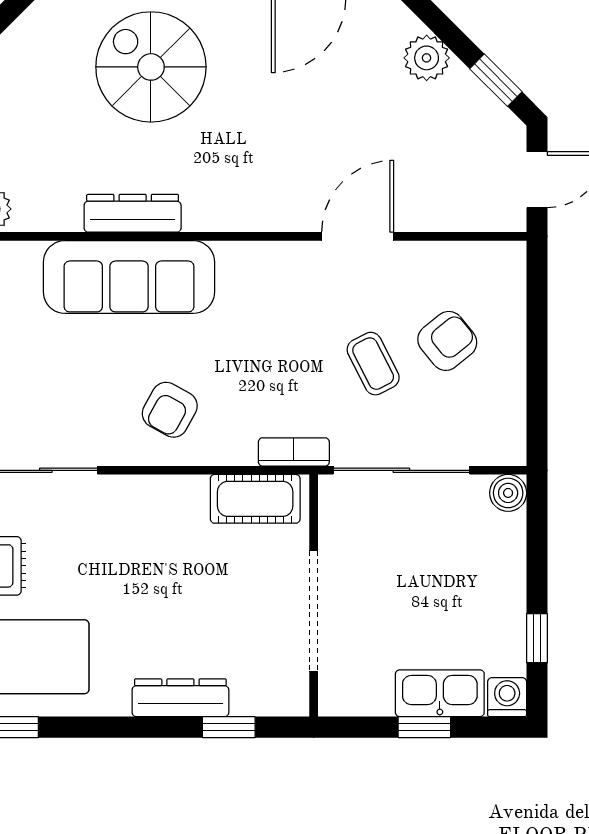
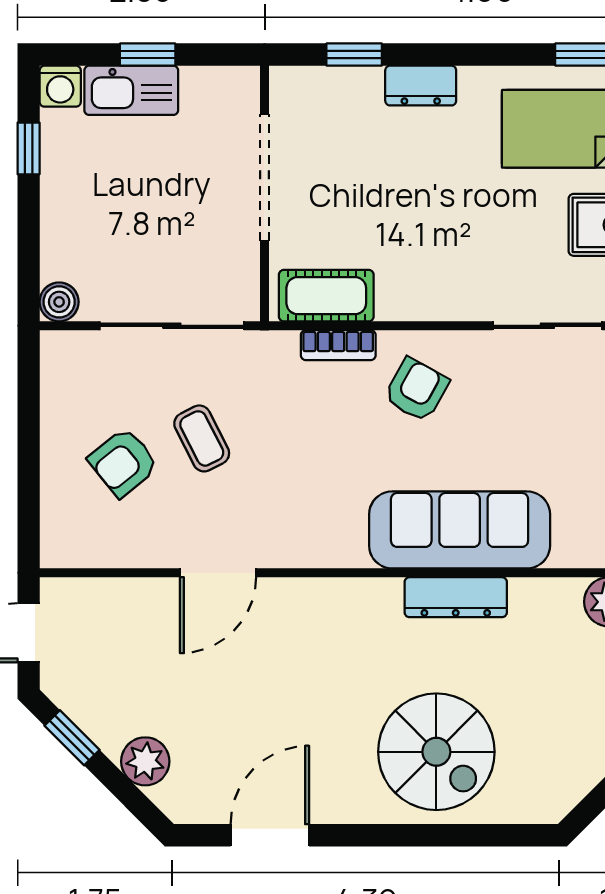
bookcase: (294, 452) -> (338, 345), moved
dresser: (180, 698) -> (421, 86), width x0.70

